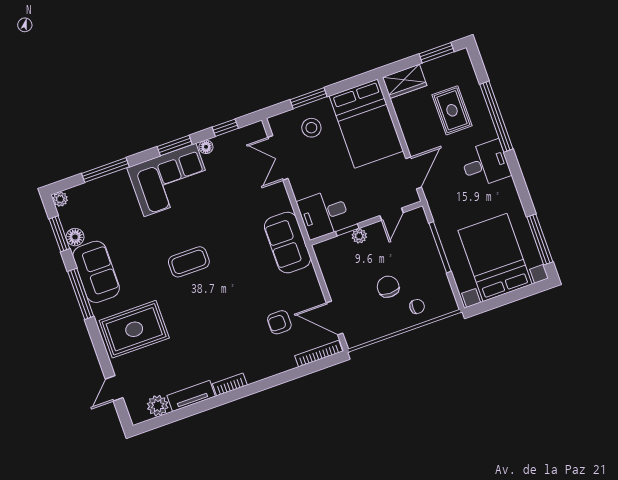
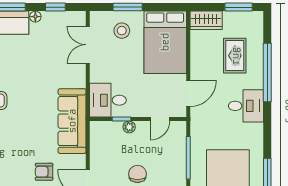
sofa: (287, 243) -> (72, 121), width x1.36

